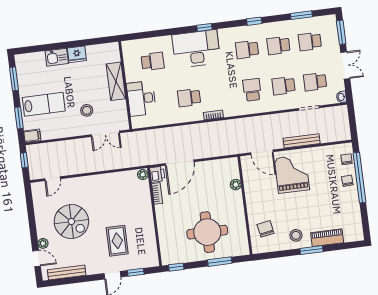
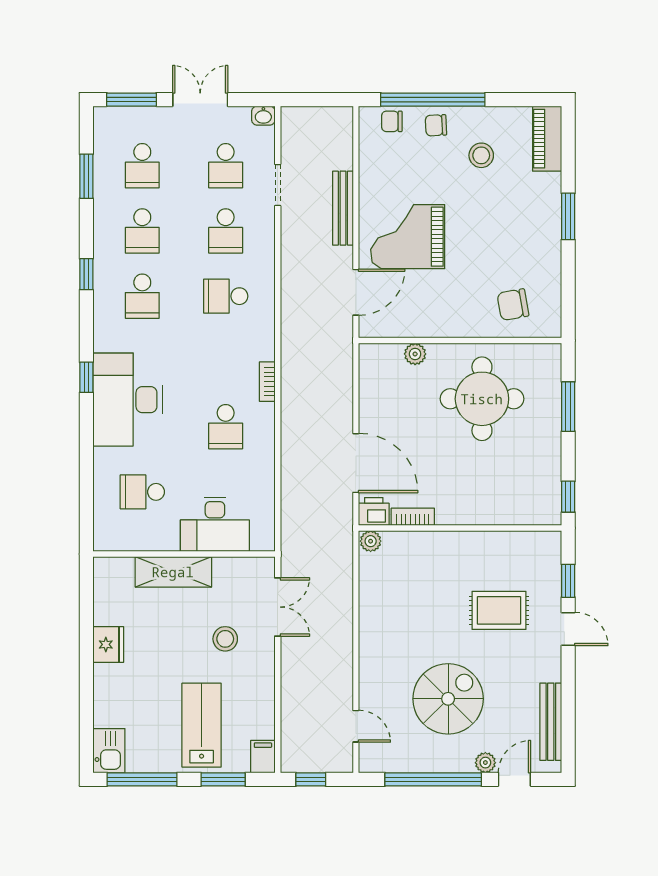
kitchen sink: (57, 57) -> (109, 751), moved
school desk: (153, 61) -> (142, 492), turned -90
window: (14, 79) -> (142, 779), width x1.44
window: (32, 219) -> (433, 779), added
round table: (207, 232) -> (482, 399), moved
stool: (296, 235) -> (481, 155), moved
piano: (327, 238) -> (547, 139), moved

